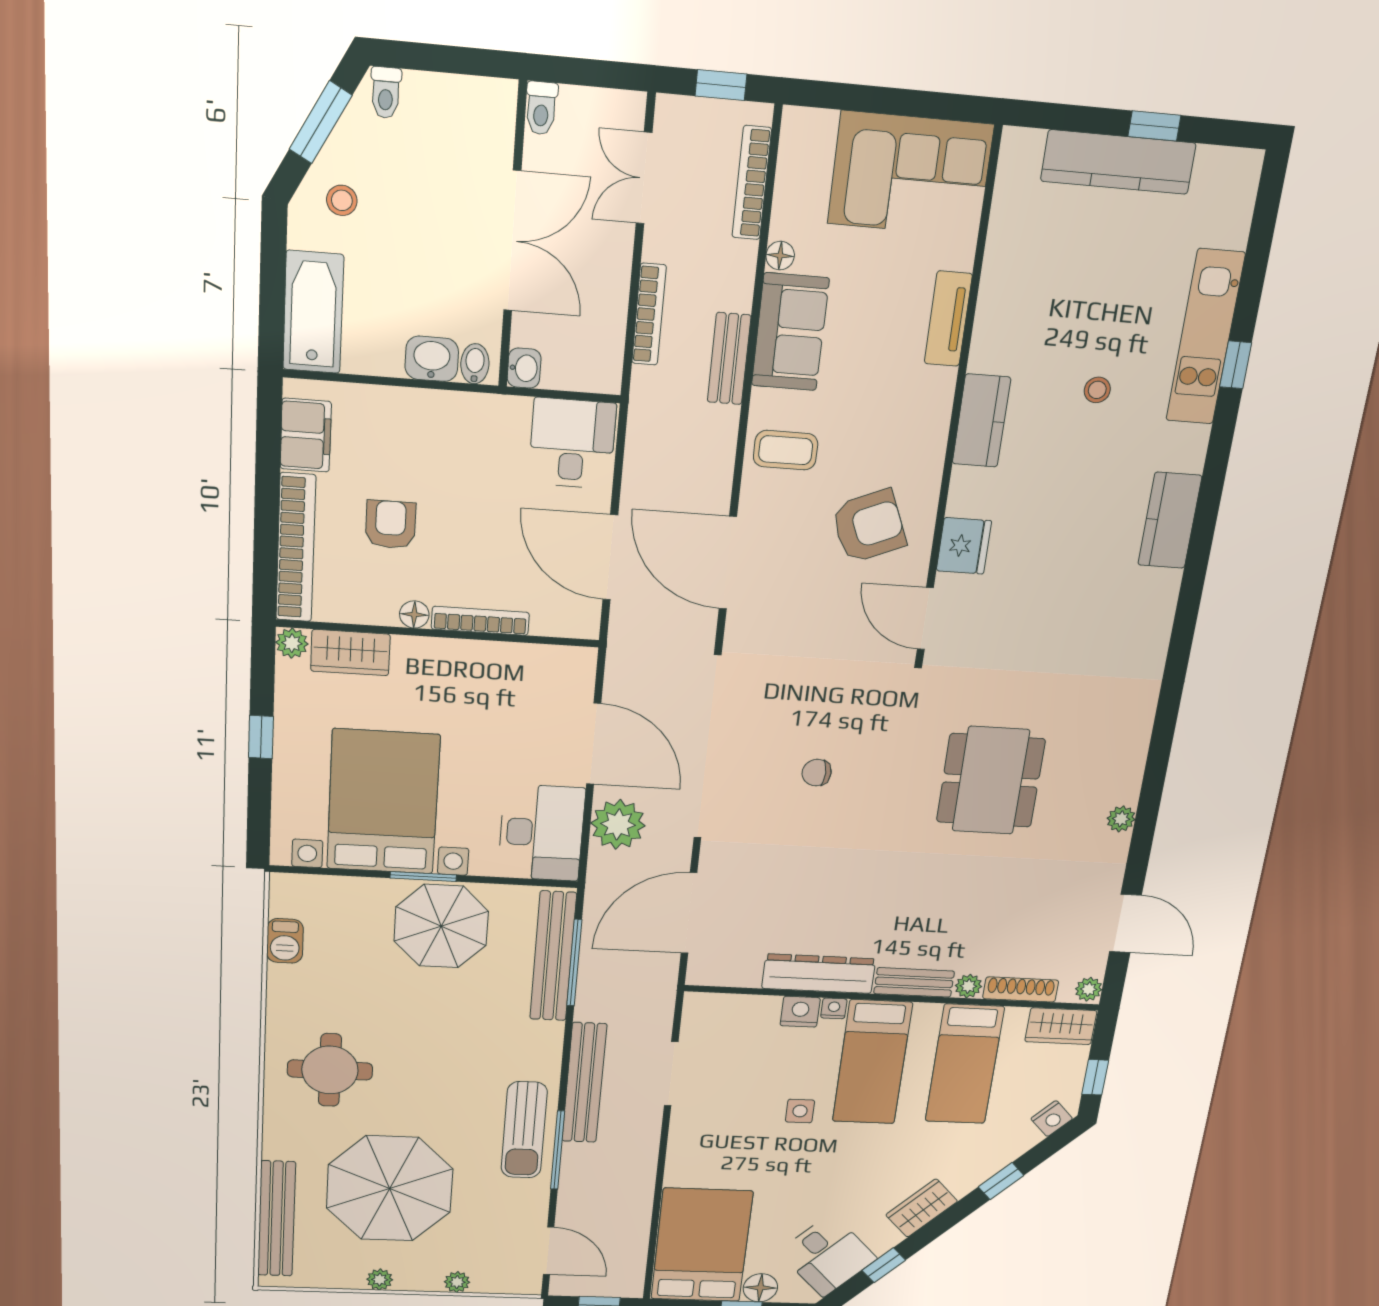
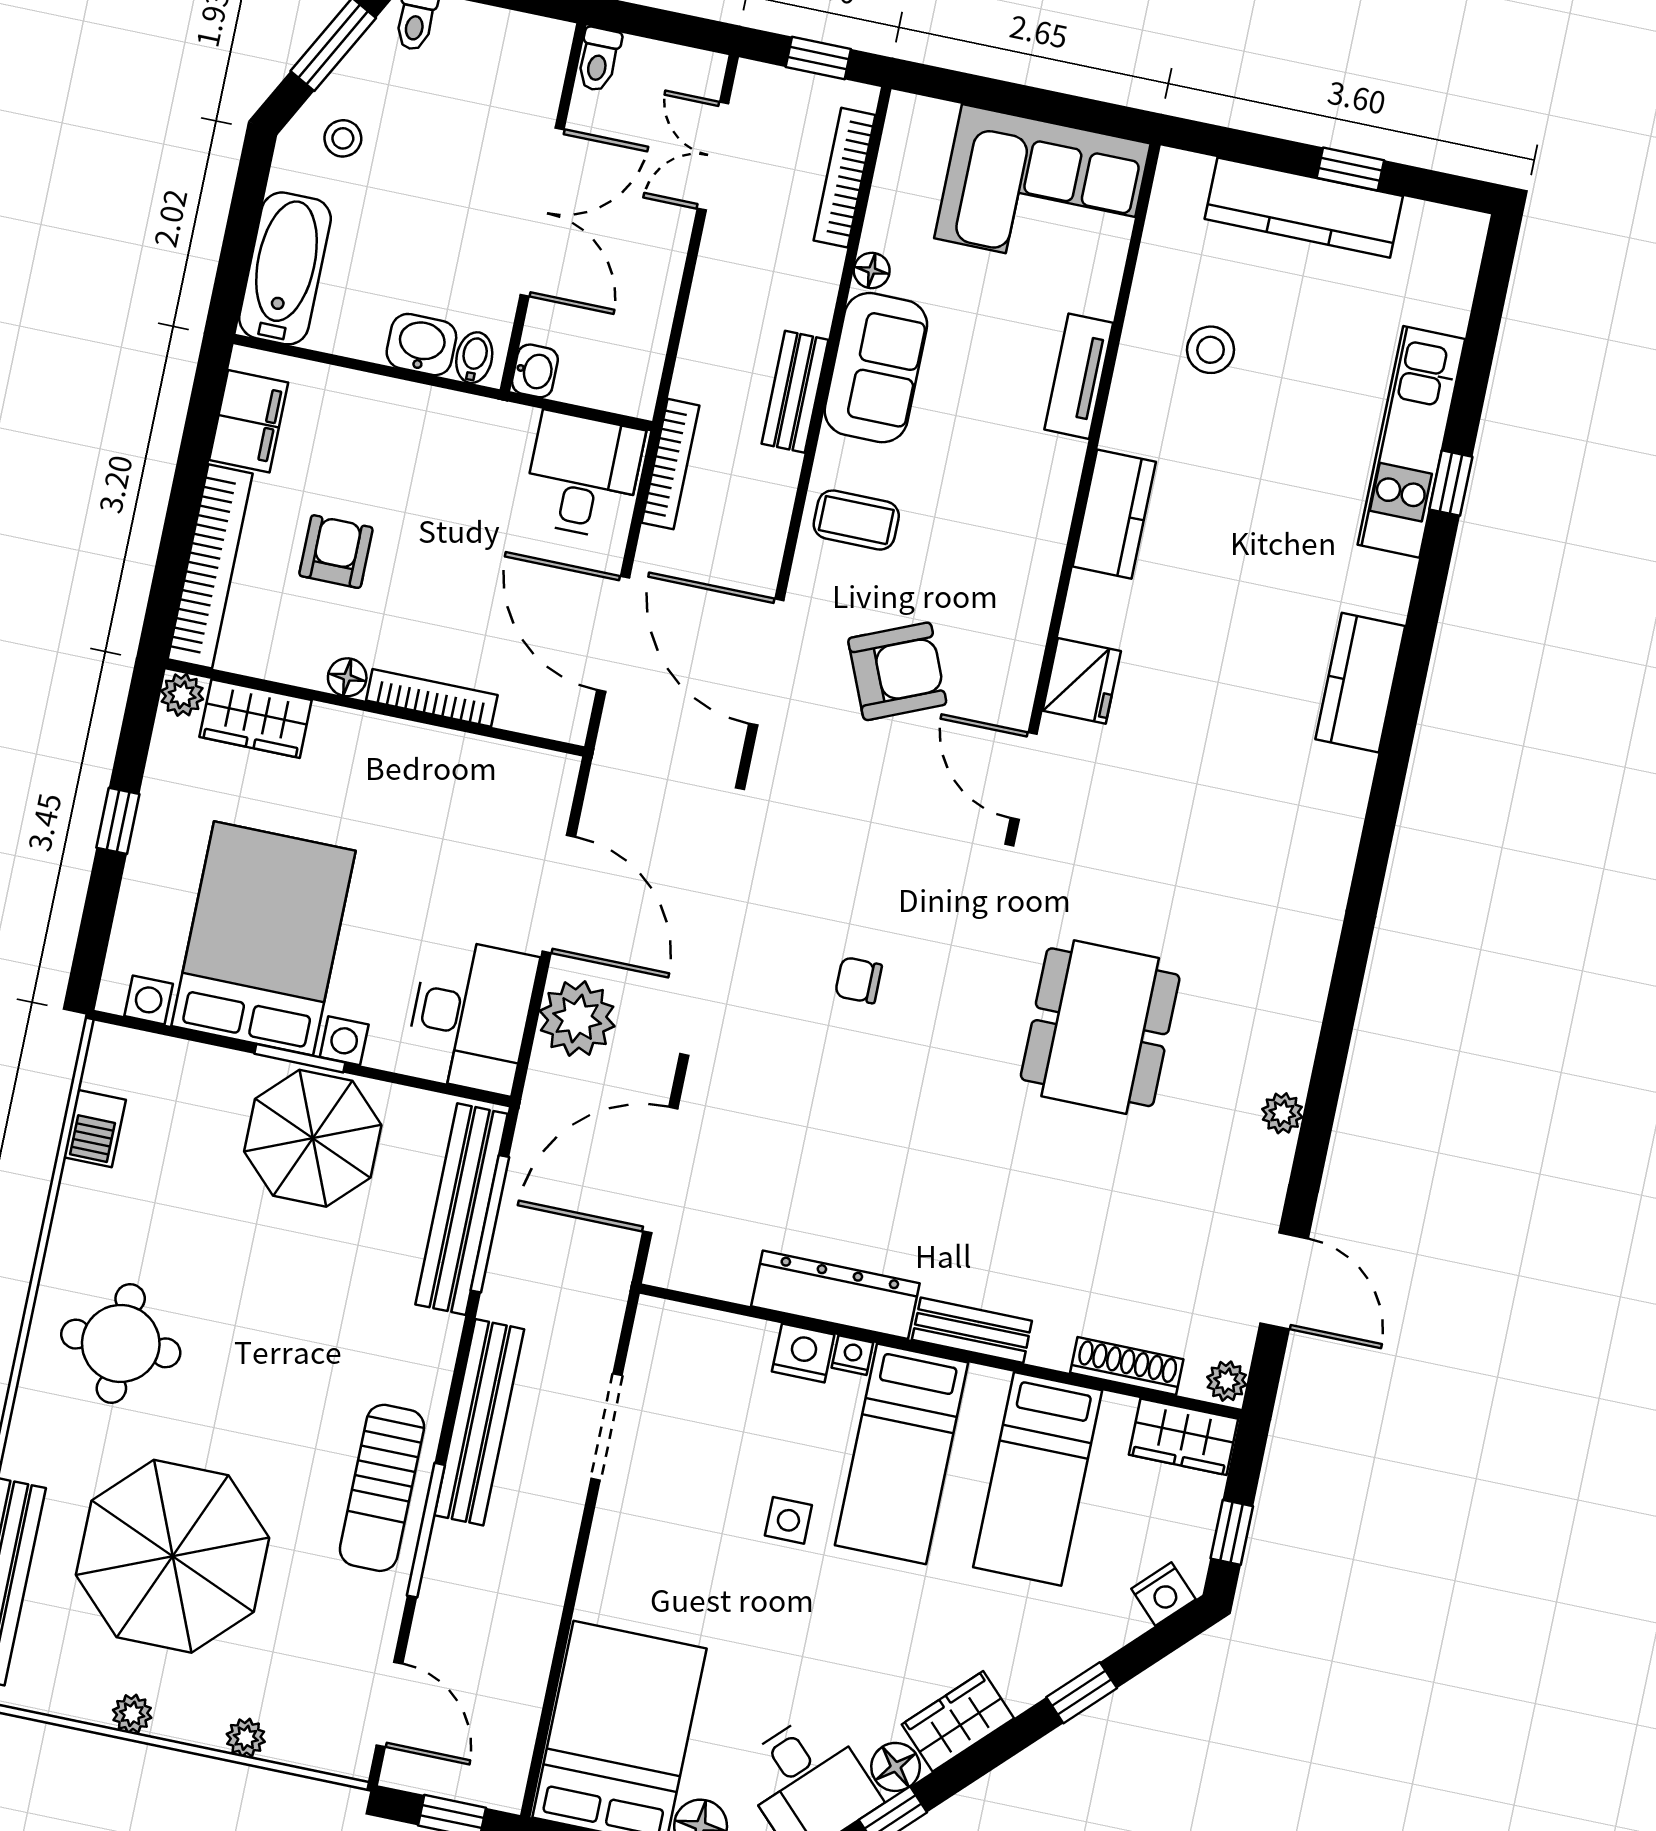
bookcase: (649, 314) -> (670, 464), moved
stool: (1097, 390) -> (1211, 350), moved, width x1.37, depth x1.37
armchair: (869, 526) -> (897, 671), moved
plant: (968, 986) -> (1051, 1349), removed
floor lamp: (883, 1238) -> (896, 1767), added

